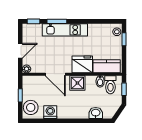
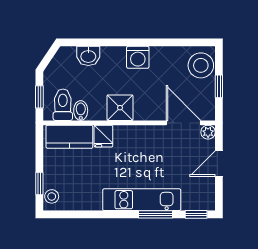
fridge: (82, 64) -> (103, 136), width x0.53, depth x0.75
door: (55, 74) -> (184, 123), moved
washing machine: (50, 112) -> (138, 57), moved

